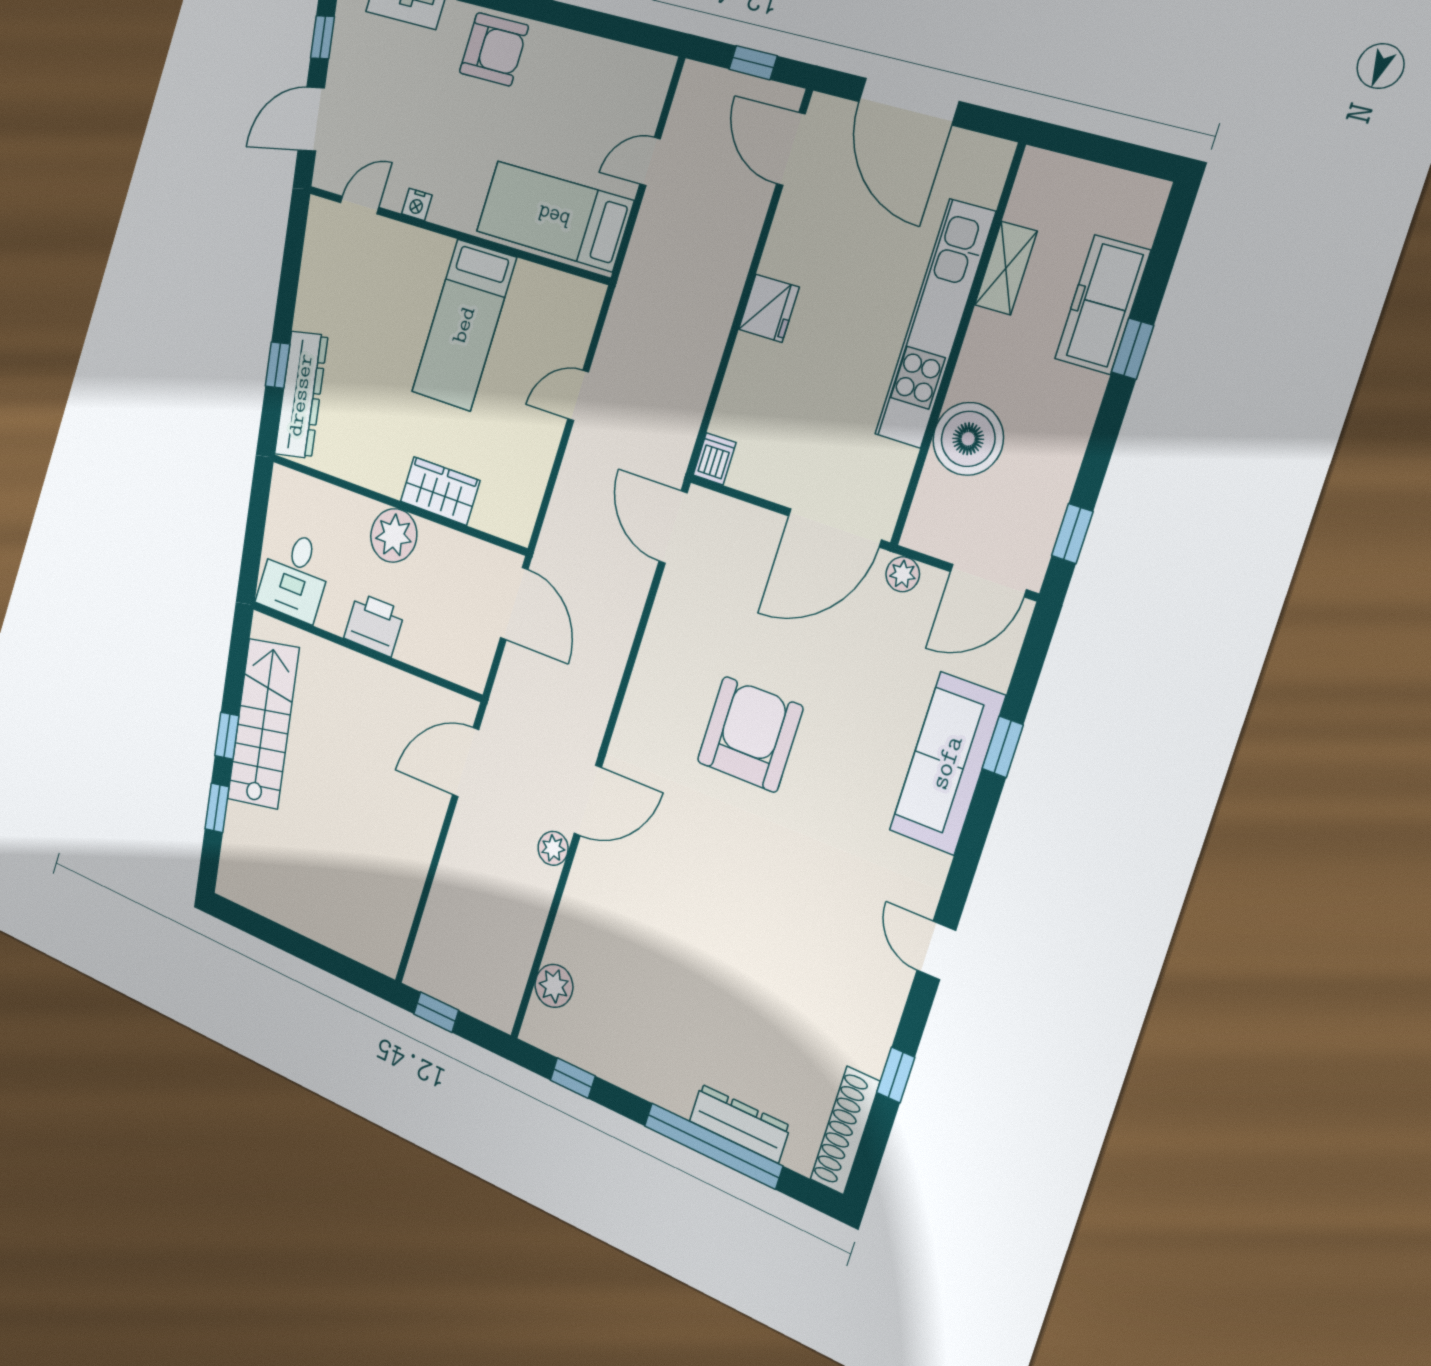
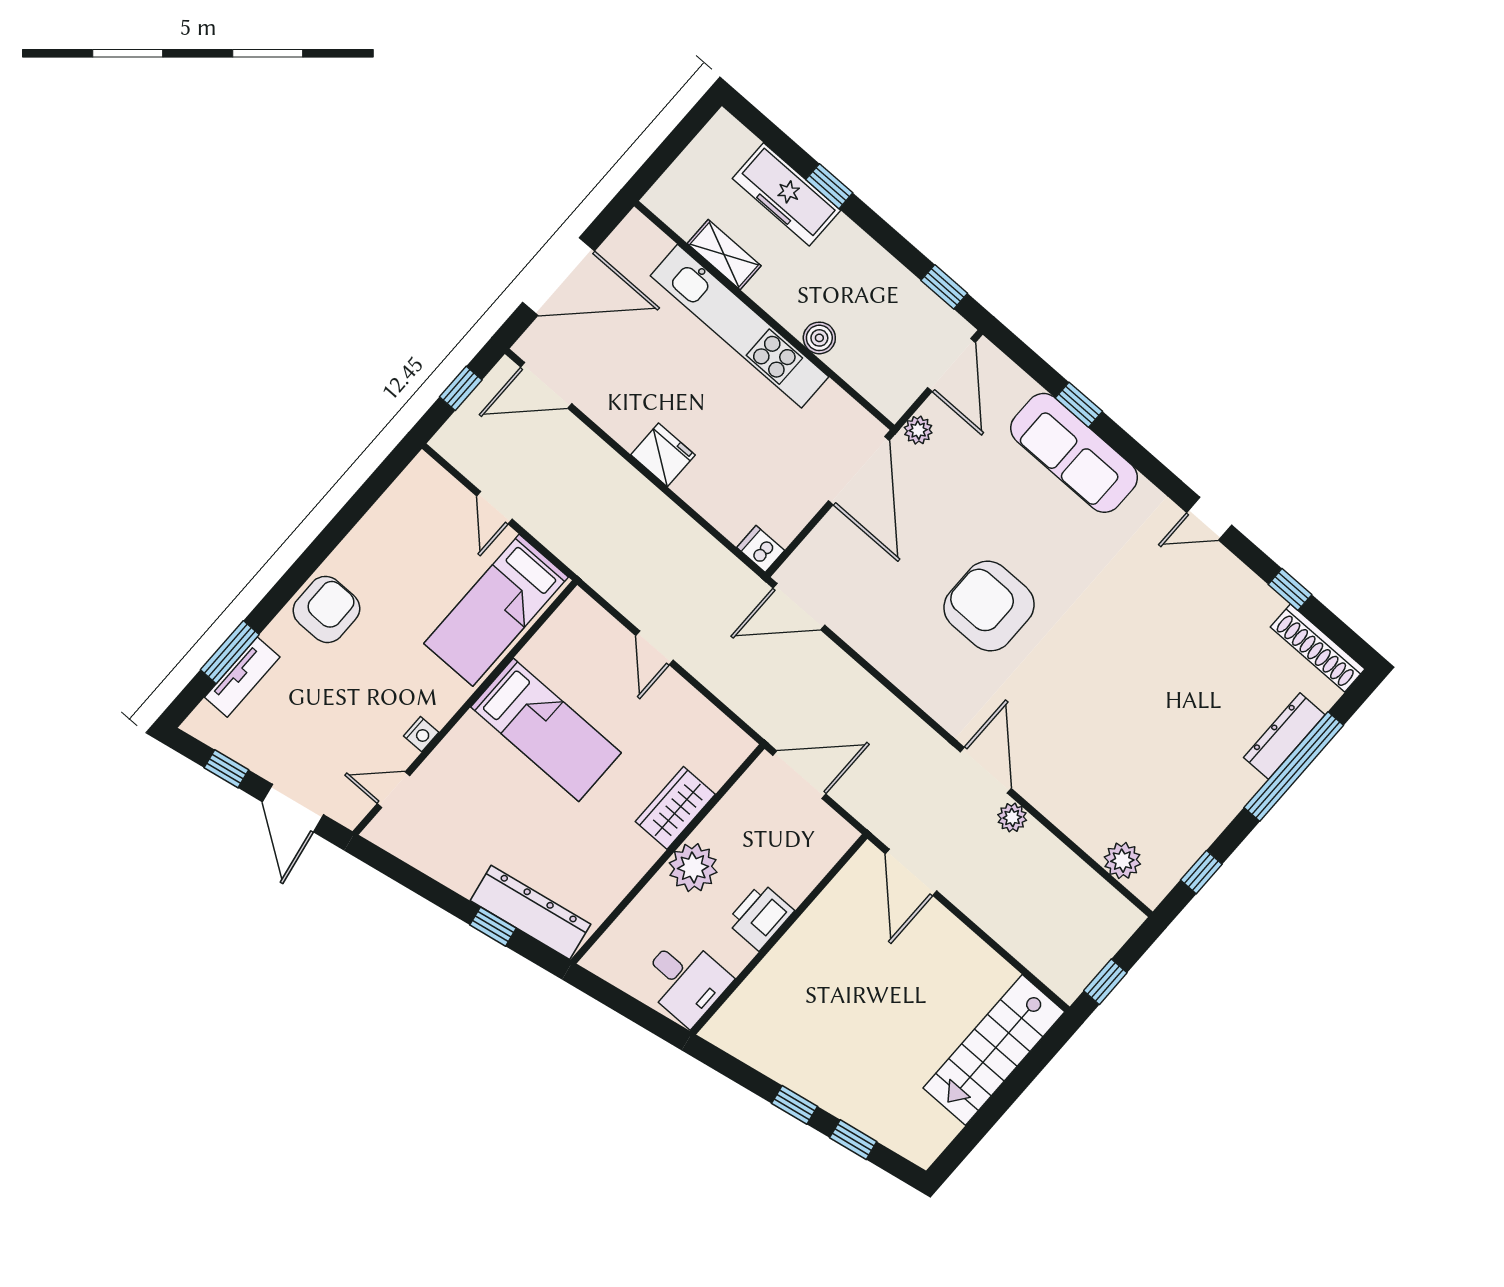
door: (360, 205) -> (393, 790), hinge flipped
boiler: (968, 439) -> (819, 338), width x0.54, depth x0.54
stairs: (263, 724) -> (994, 1050), moved, turned -79

